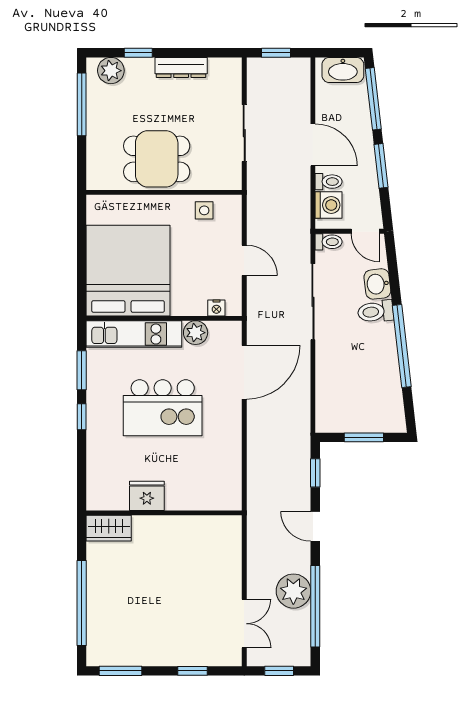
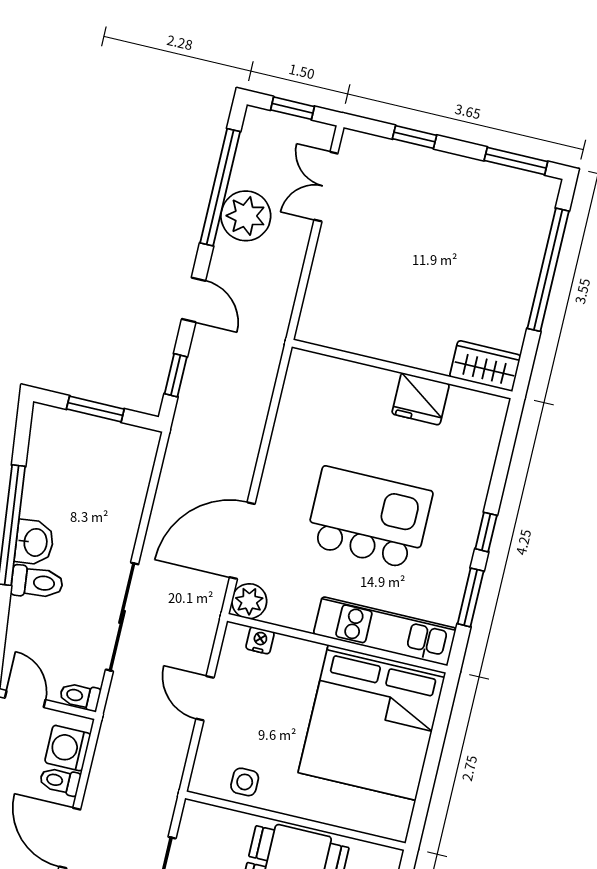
washbasin: (377, 284) -> (34, 542), moved
plant: (196, 333) -> (249, 601), moved

